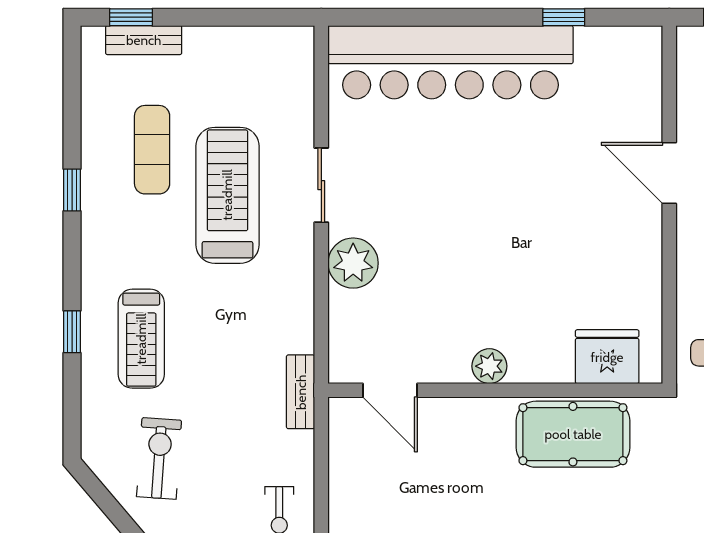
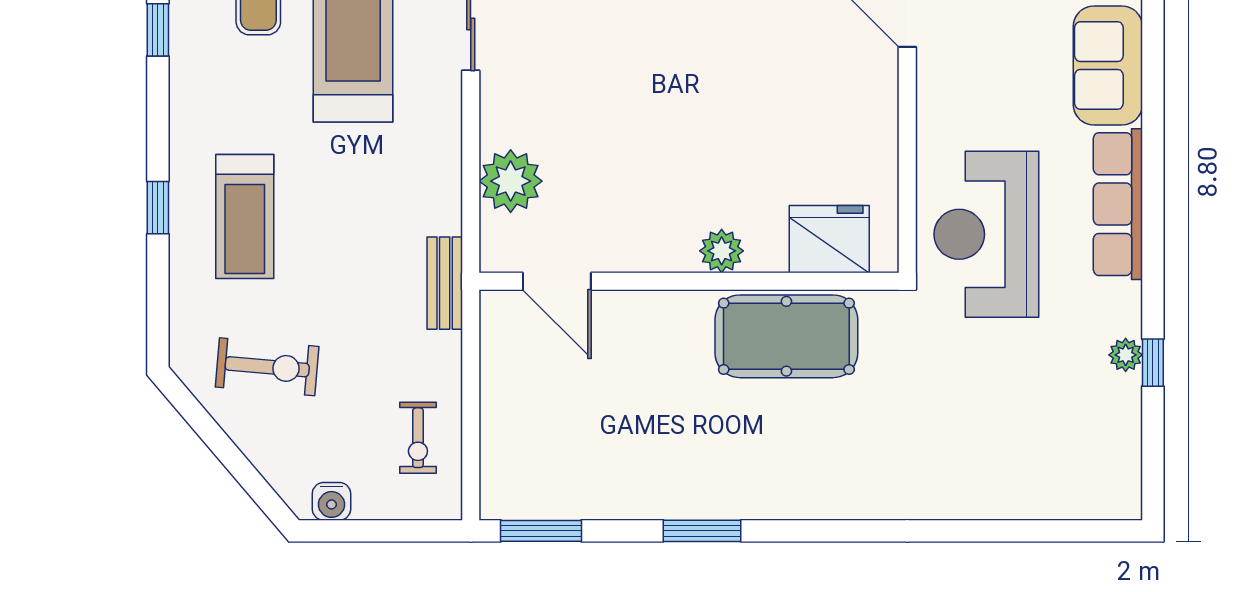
plant: (353, 263) -> (511, 181), moved
plant: (489, 366) -> (722, 251), moved
exercise bike: (159, 458) -> (267, 367), turned 91

